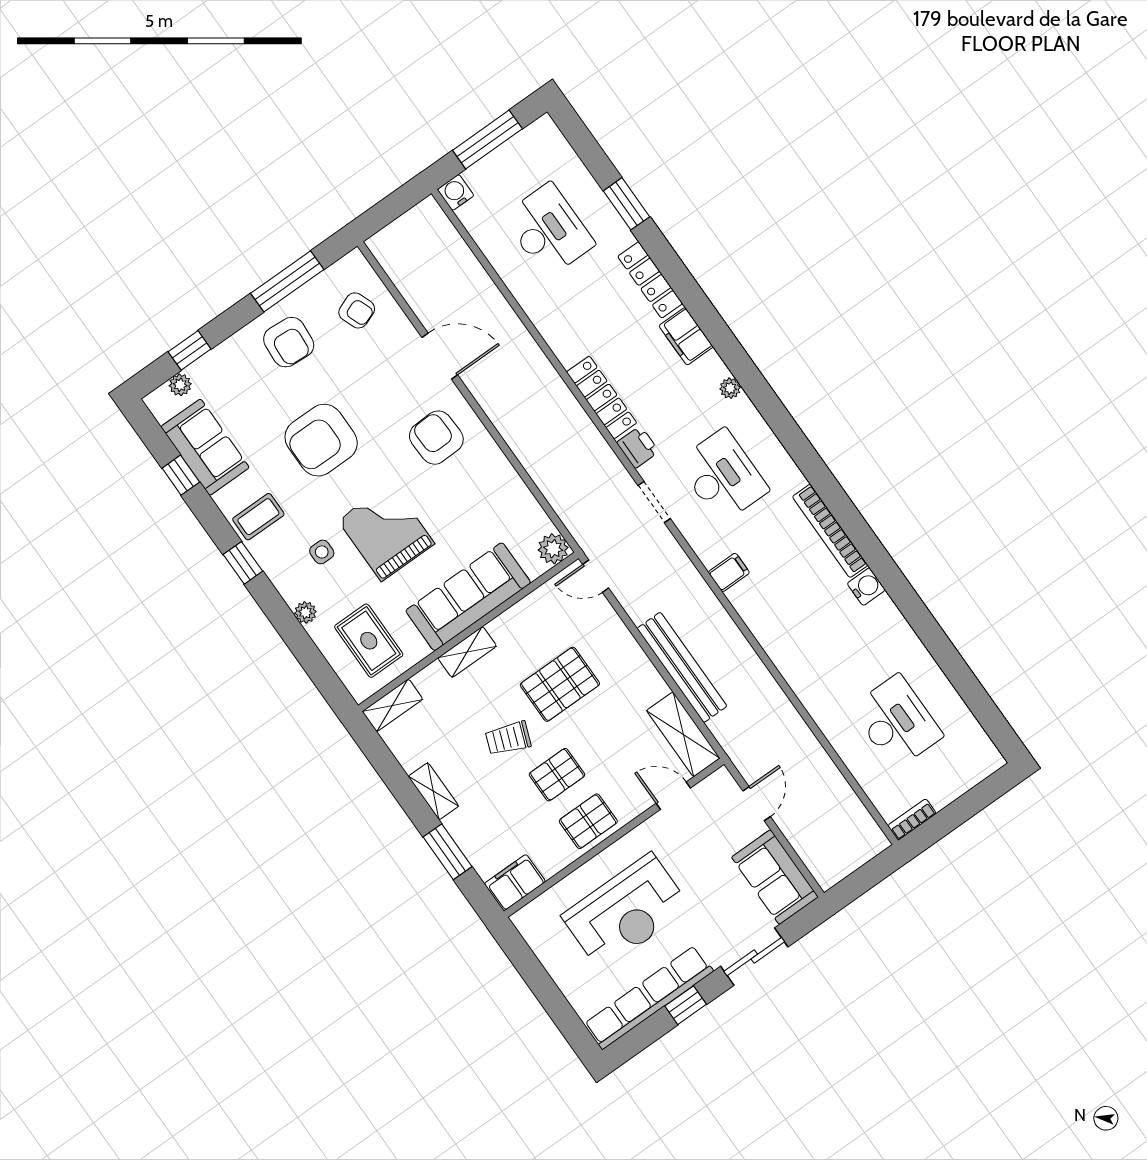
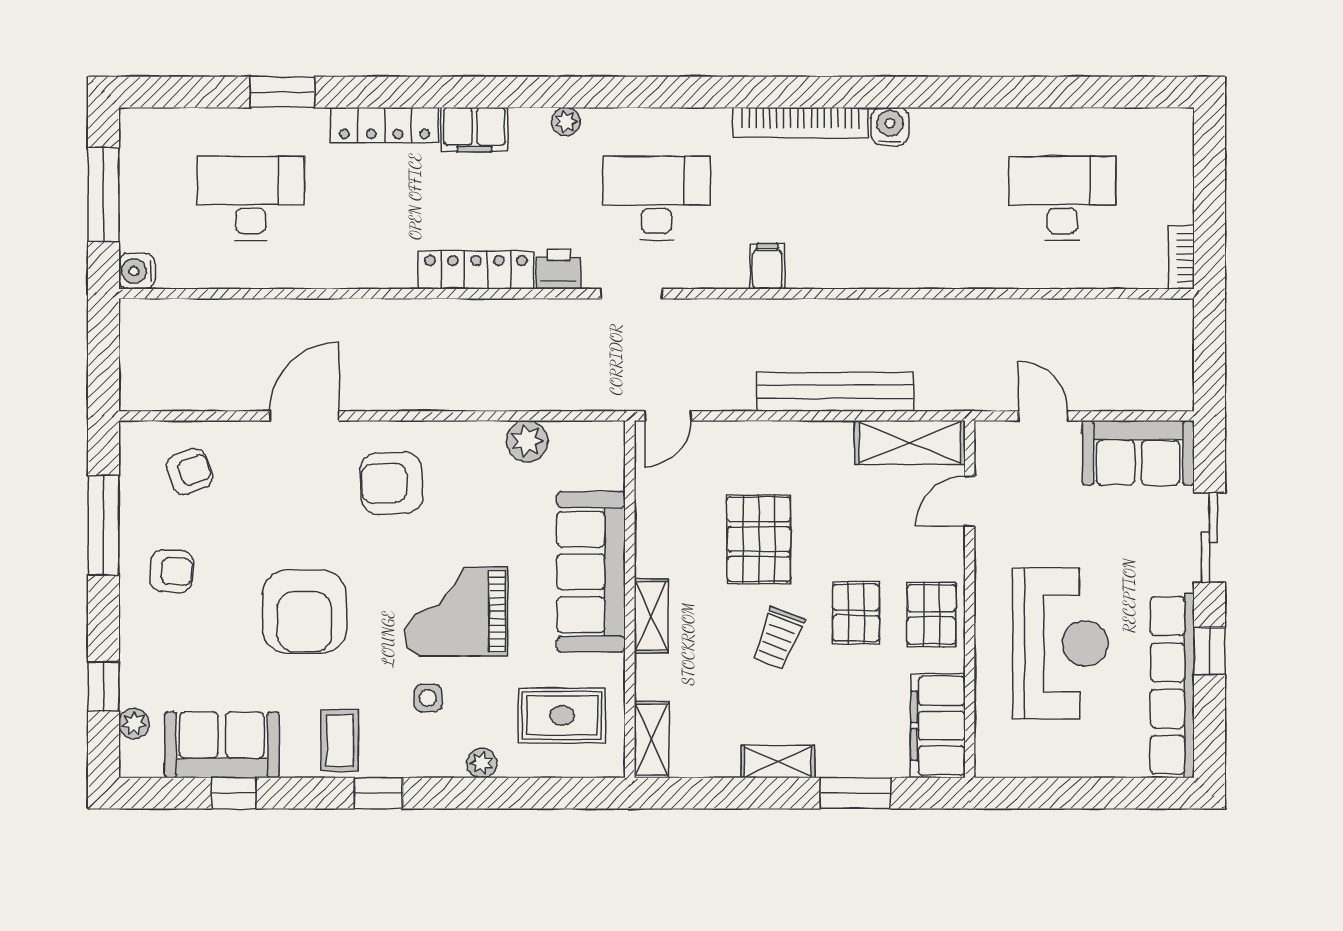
armchair: (289, 342) -> (171, 571), width x0.72, depth x0.72
plant: (553, 549) -> (527, 441), moved
filing cabinet: (515, 883) -> (938, 726), width x1.50, depth x1.17

